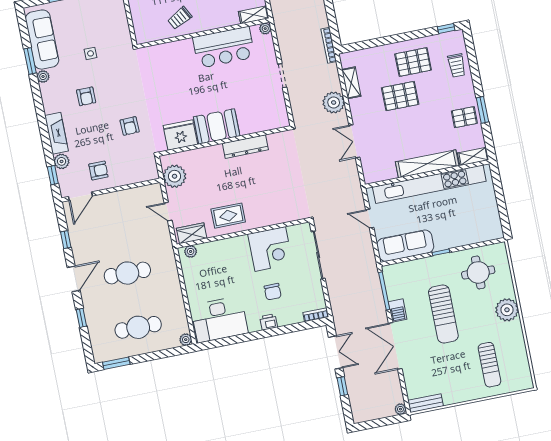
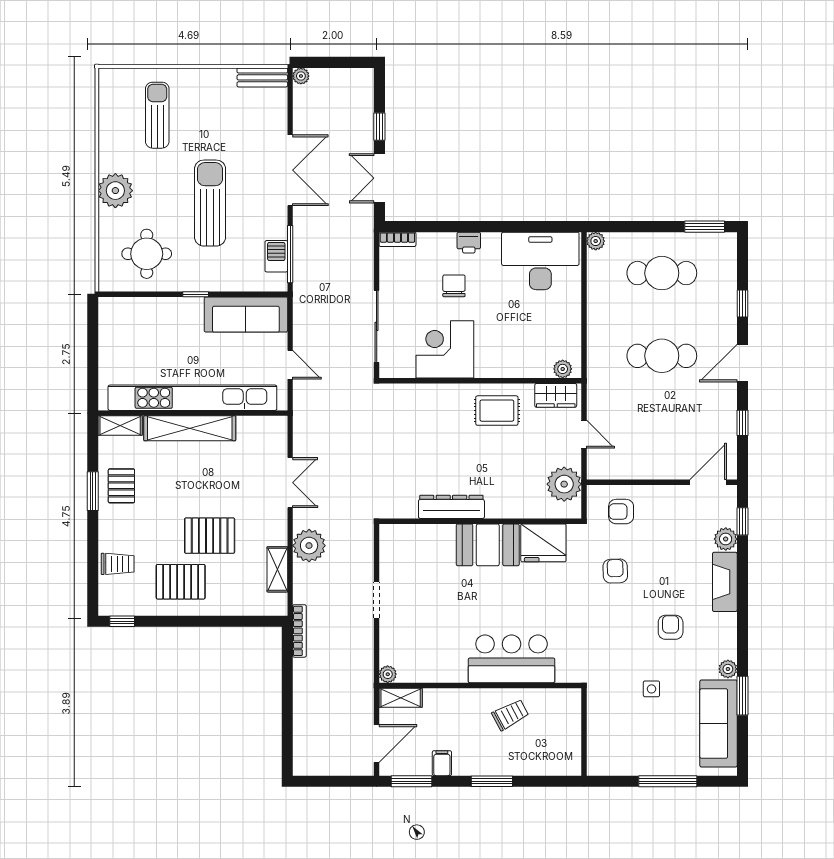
bar counter: (224, 47) -> (512, 659), moved
trolley: (457, 65) -> (118, 564), turned 90
pallet: (464, 117) -> (121, 486), turned 90
armchair: (98, 171) -> (621, 512), moved
barbecue: (398, 311) -> (276, 256), moved

